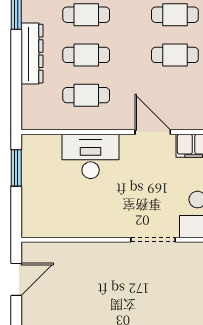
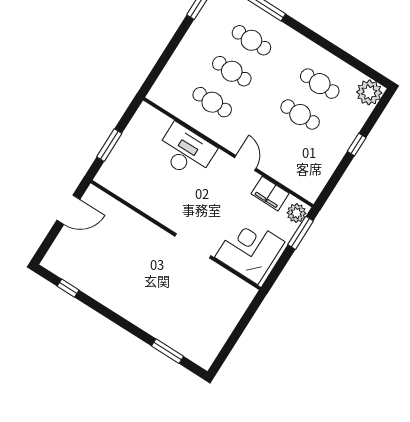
dresser: (32, 54) -> (191, 44), removed
door: (153, 132) -> (245, 163), width x0.73
window: (16, 168) -> (109, 145), moved

